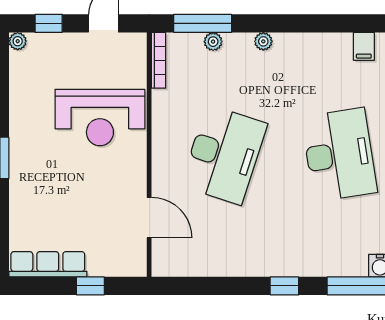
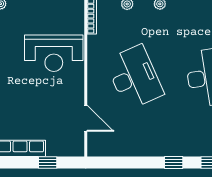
desk: (224, 155) -> (134, 77), turned -42

